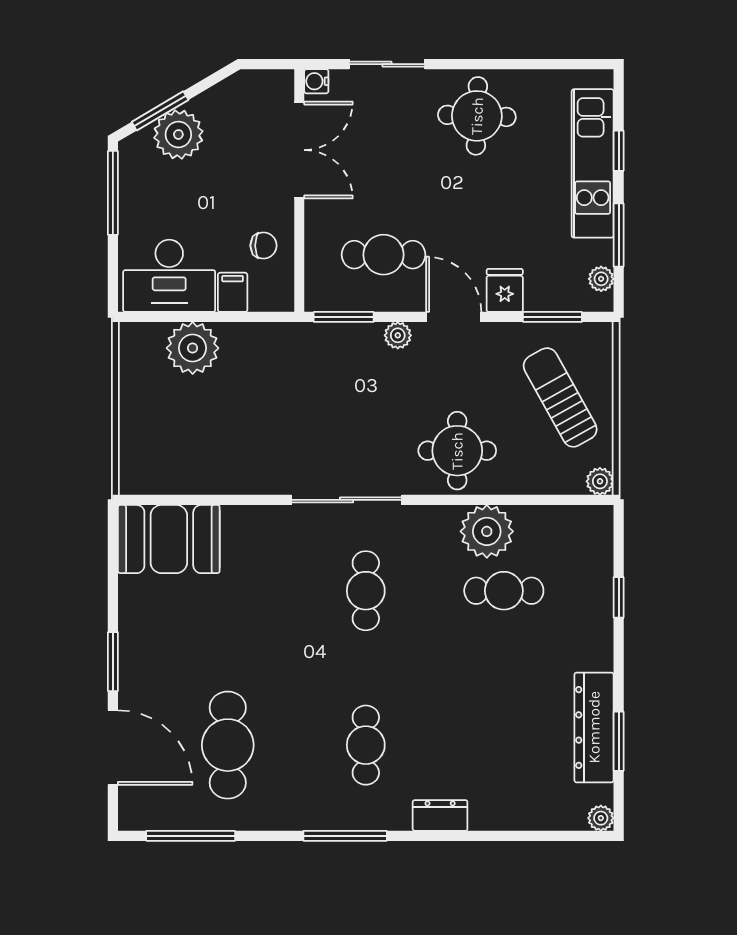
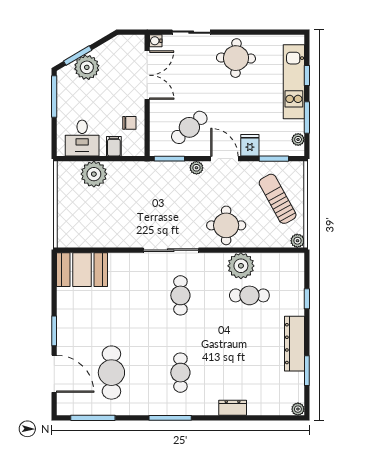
cafe table: (384, 255) -> (189, 127), turned -41
desk: (169, 276) -> (82, 138), width x0.73
dresser: (594, 727) -> (295, 344), moved
dresser: (440, 815) -> (233, 408), moved

